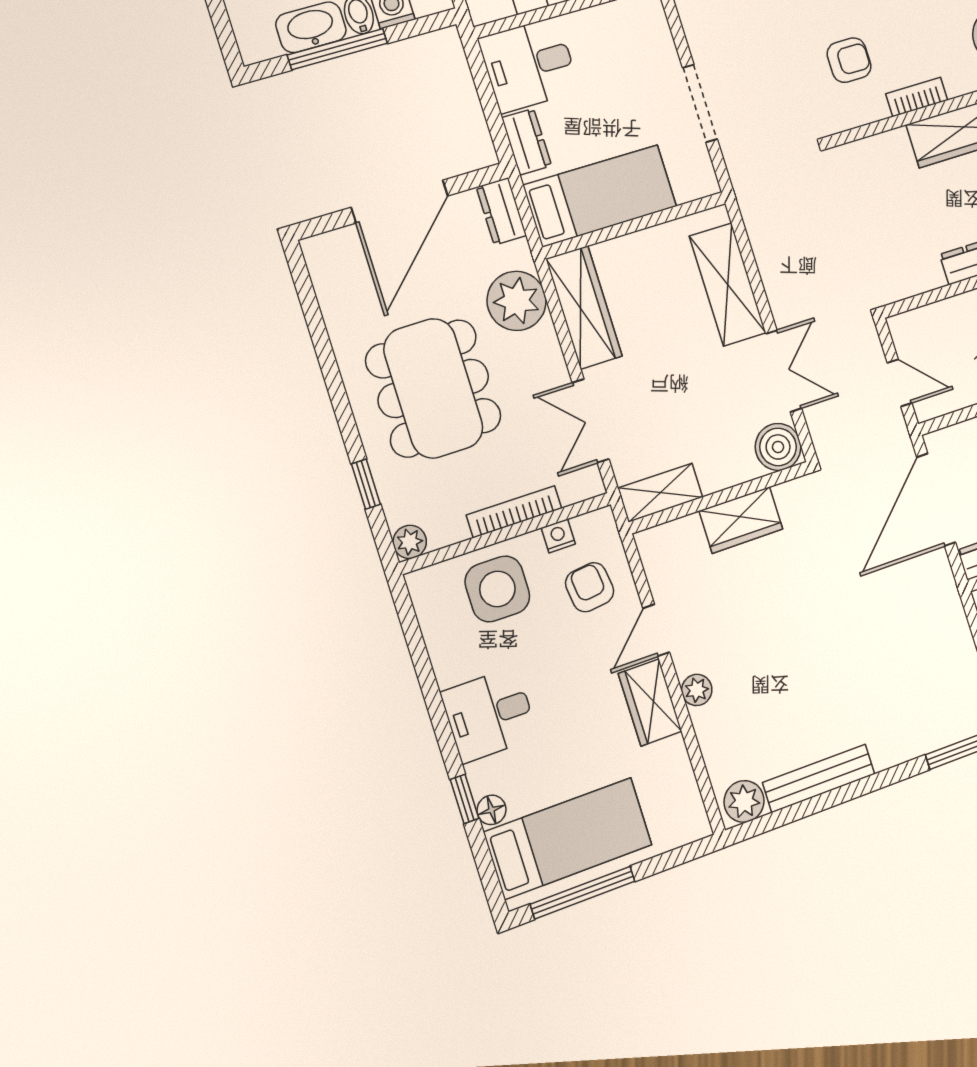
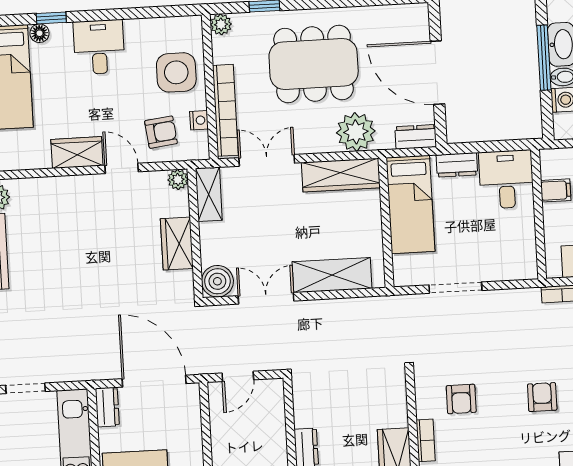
double door: (784, 371) -> (266, 298), swing flipped
bookcase: (514, 512) -> (225, 110), width x1.48, depth x1.31
plant: (697, 690) -> (178, 180), moved

